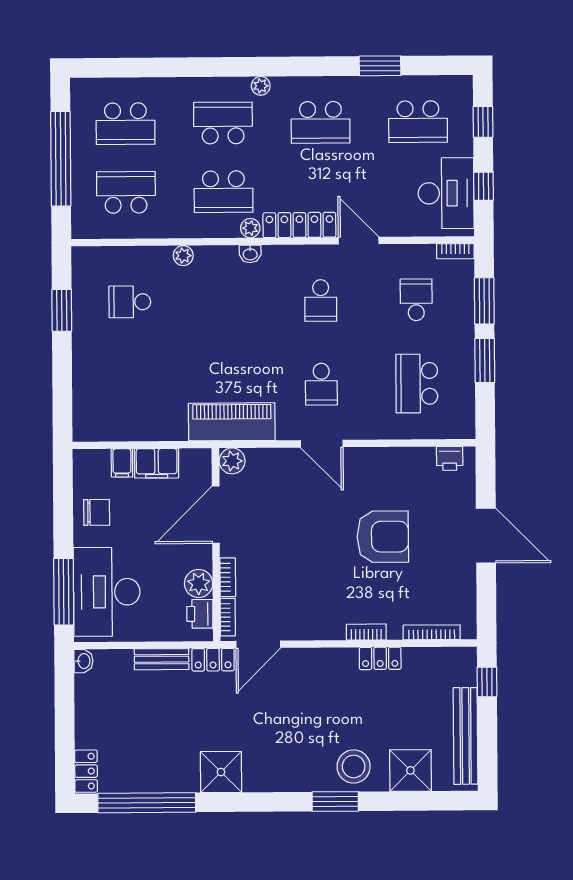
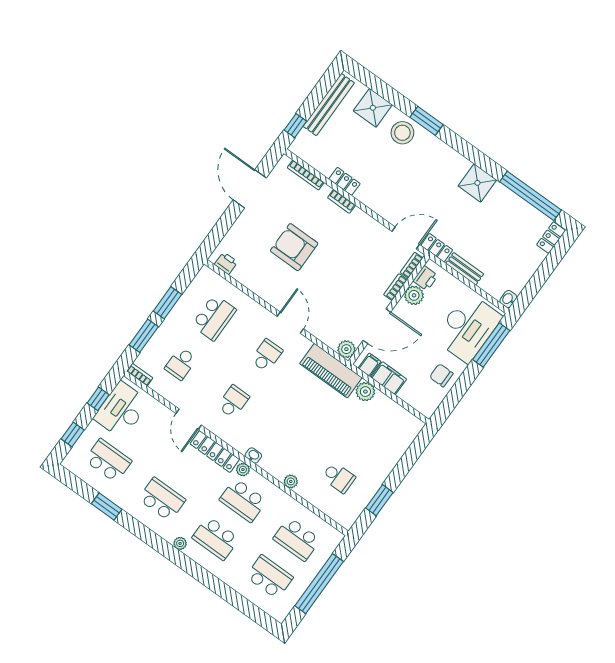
school desk: (223, 192) -> (243, 500), turned 180
plant: (173, 427) -> (365, 392), added
filing cabinet: (122, 463) -> (369, 365), moved
door: (486, 536) -> (250, 189), moved

